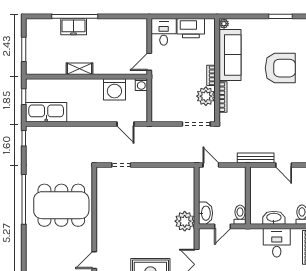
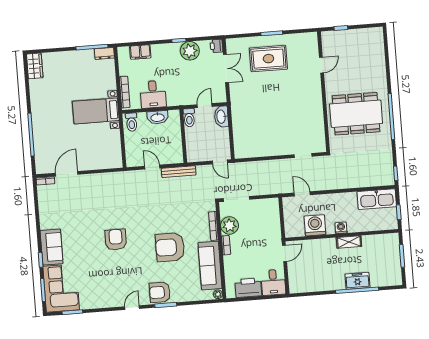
armchair: (286, 30) -> (160, 292), added
armchair: (280, 68) -> (170, 247), moved
washing machine: (141, 85) -> (341, 228), moved
plant: (185, 221) -> (240, 108), removed

